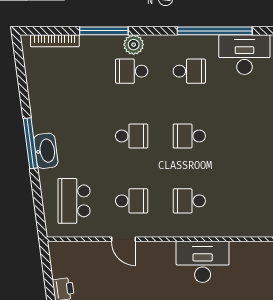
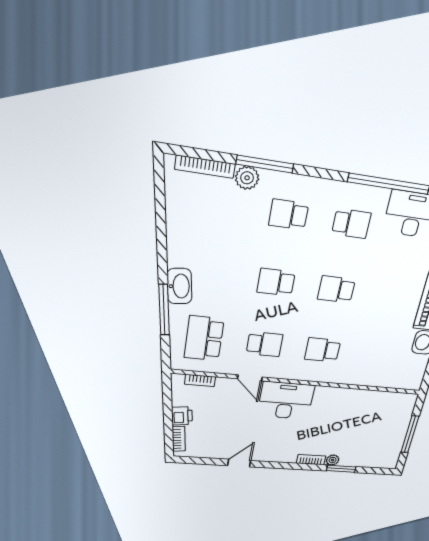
plant: (134, 45) -> (247, 178), moved
school desk: (132, 136) -> (276, 282), turned 180
window: (30, 143) -> (164, 310), moved
bookcase: (76, 247) -> (200, 380), added
desk: (203, 262) -> (286, 400), moved

